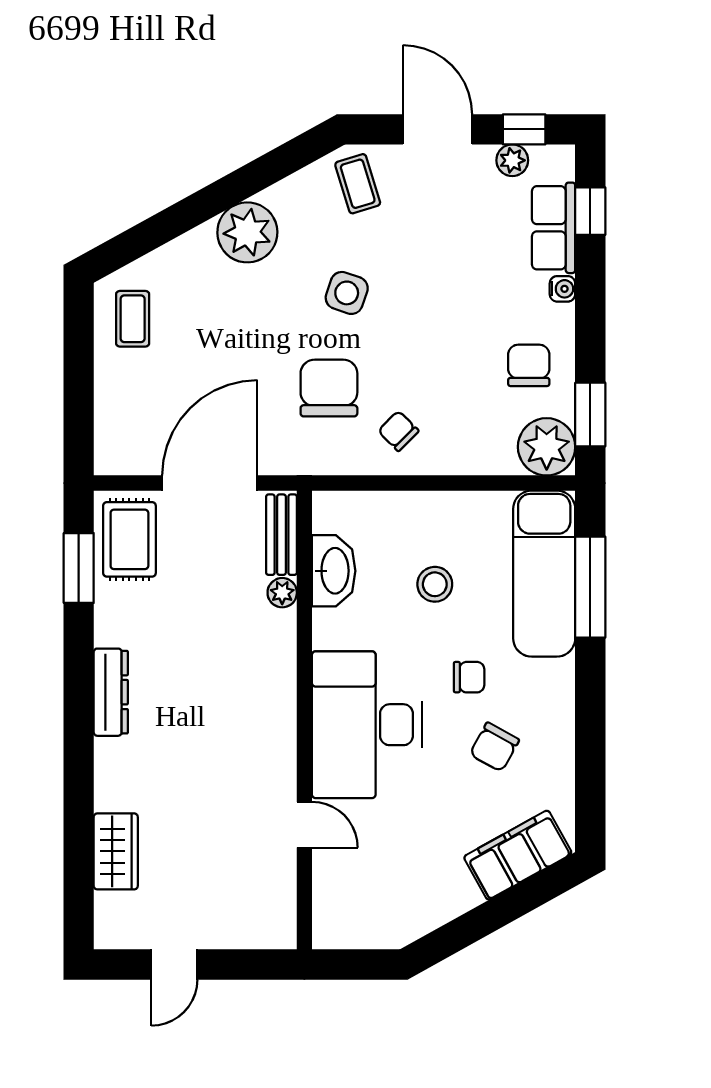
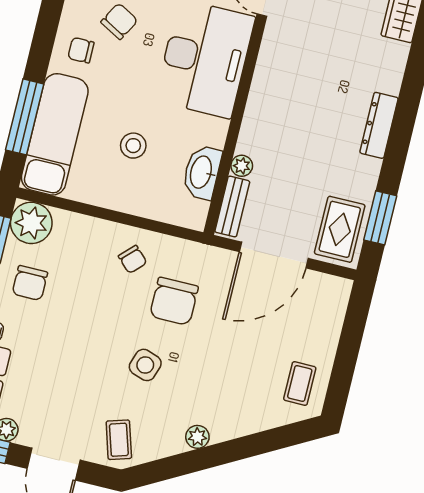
plant: (247, 232) -> (197, 437), width x0.53, depth x0.53
chair: (469, 677) -> (81, 50), moved

